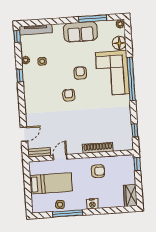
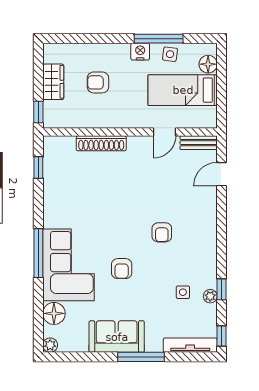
window: (93, 19) -> (141, 357), moved
window: (20, 75) -> (221, 289), moved
window: (131, 79) -> (38, 253), width x0.68
armchair: (69, 95) -> (162, 232), moved
armchair: (98, 171) -> (98, 82), moved
wardrobe: (130, 196) -> (53, 82), moved
floor lamp: (37, 200) -> (208, 64), added
nightstand: (92, 204) -> (140, 52), moved

